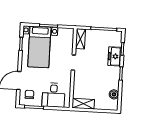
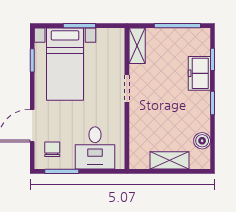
shelving: (83, 104) -> (169, 160), moved

